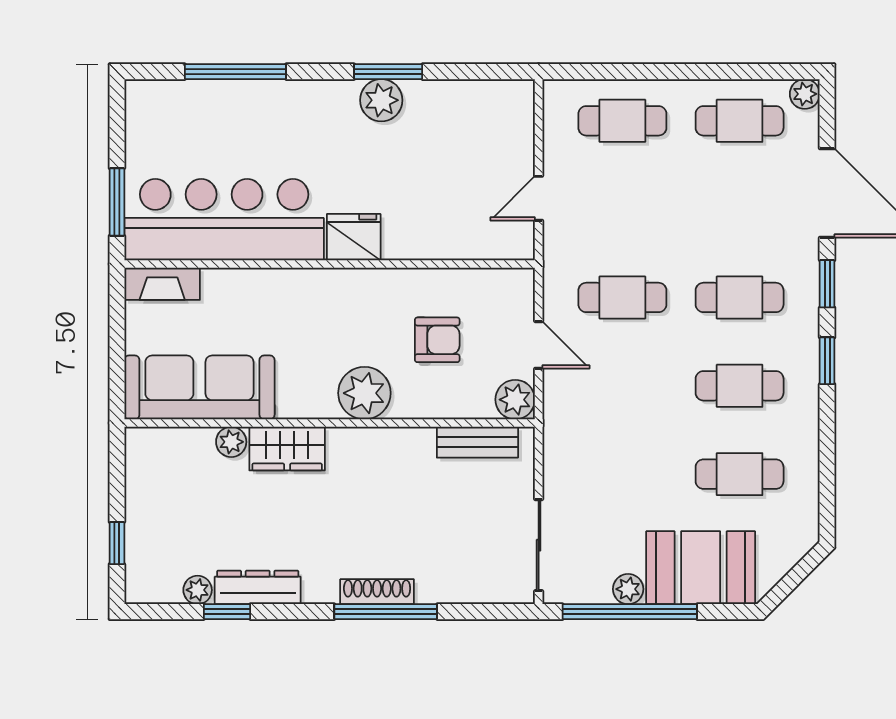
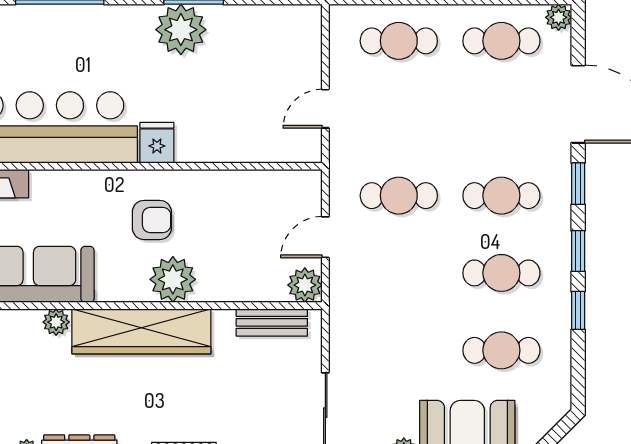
plant: (381, 100) -> (181, 30), width x1.36, depth x1.36
fridge: (354, 237) -> (157, 143), width x0.72
armchair: (437, 340) -> (152, 220), moved
door: (539, 345) -> (325, 237), swing flipped
window: (827, 429) -> (578, 310), added
wardrobe: (287, 449) -> (141, 331), width x2.10, depth x1.17

